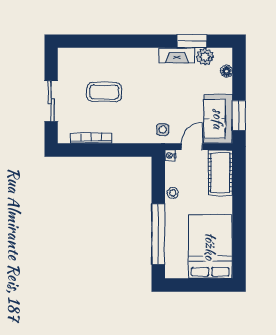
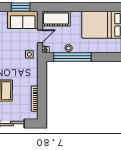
door: (192, 147) -> (40, 36), swing flipped
window: (158, 234) -> (72, 57), moved

